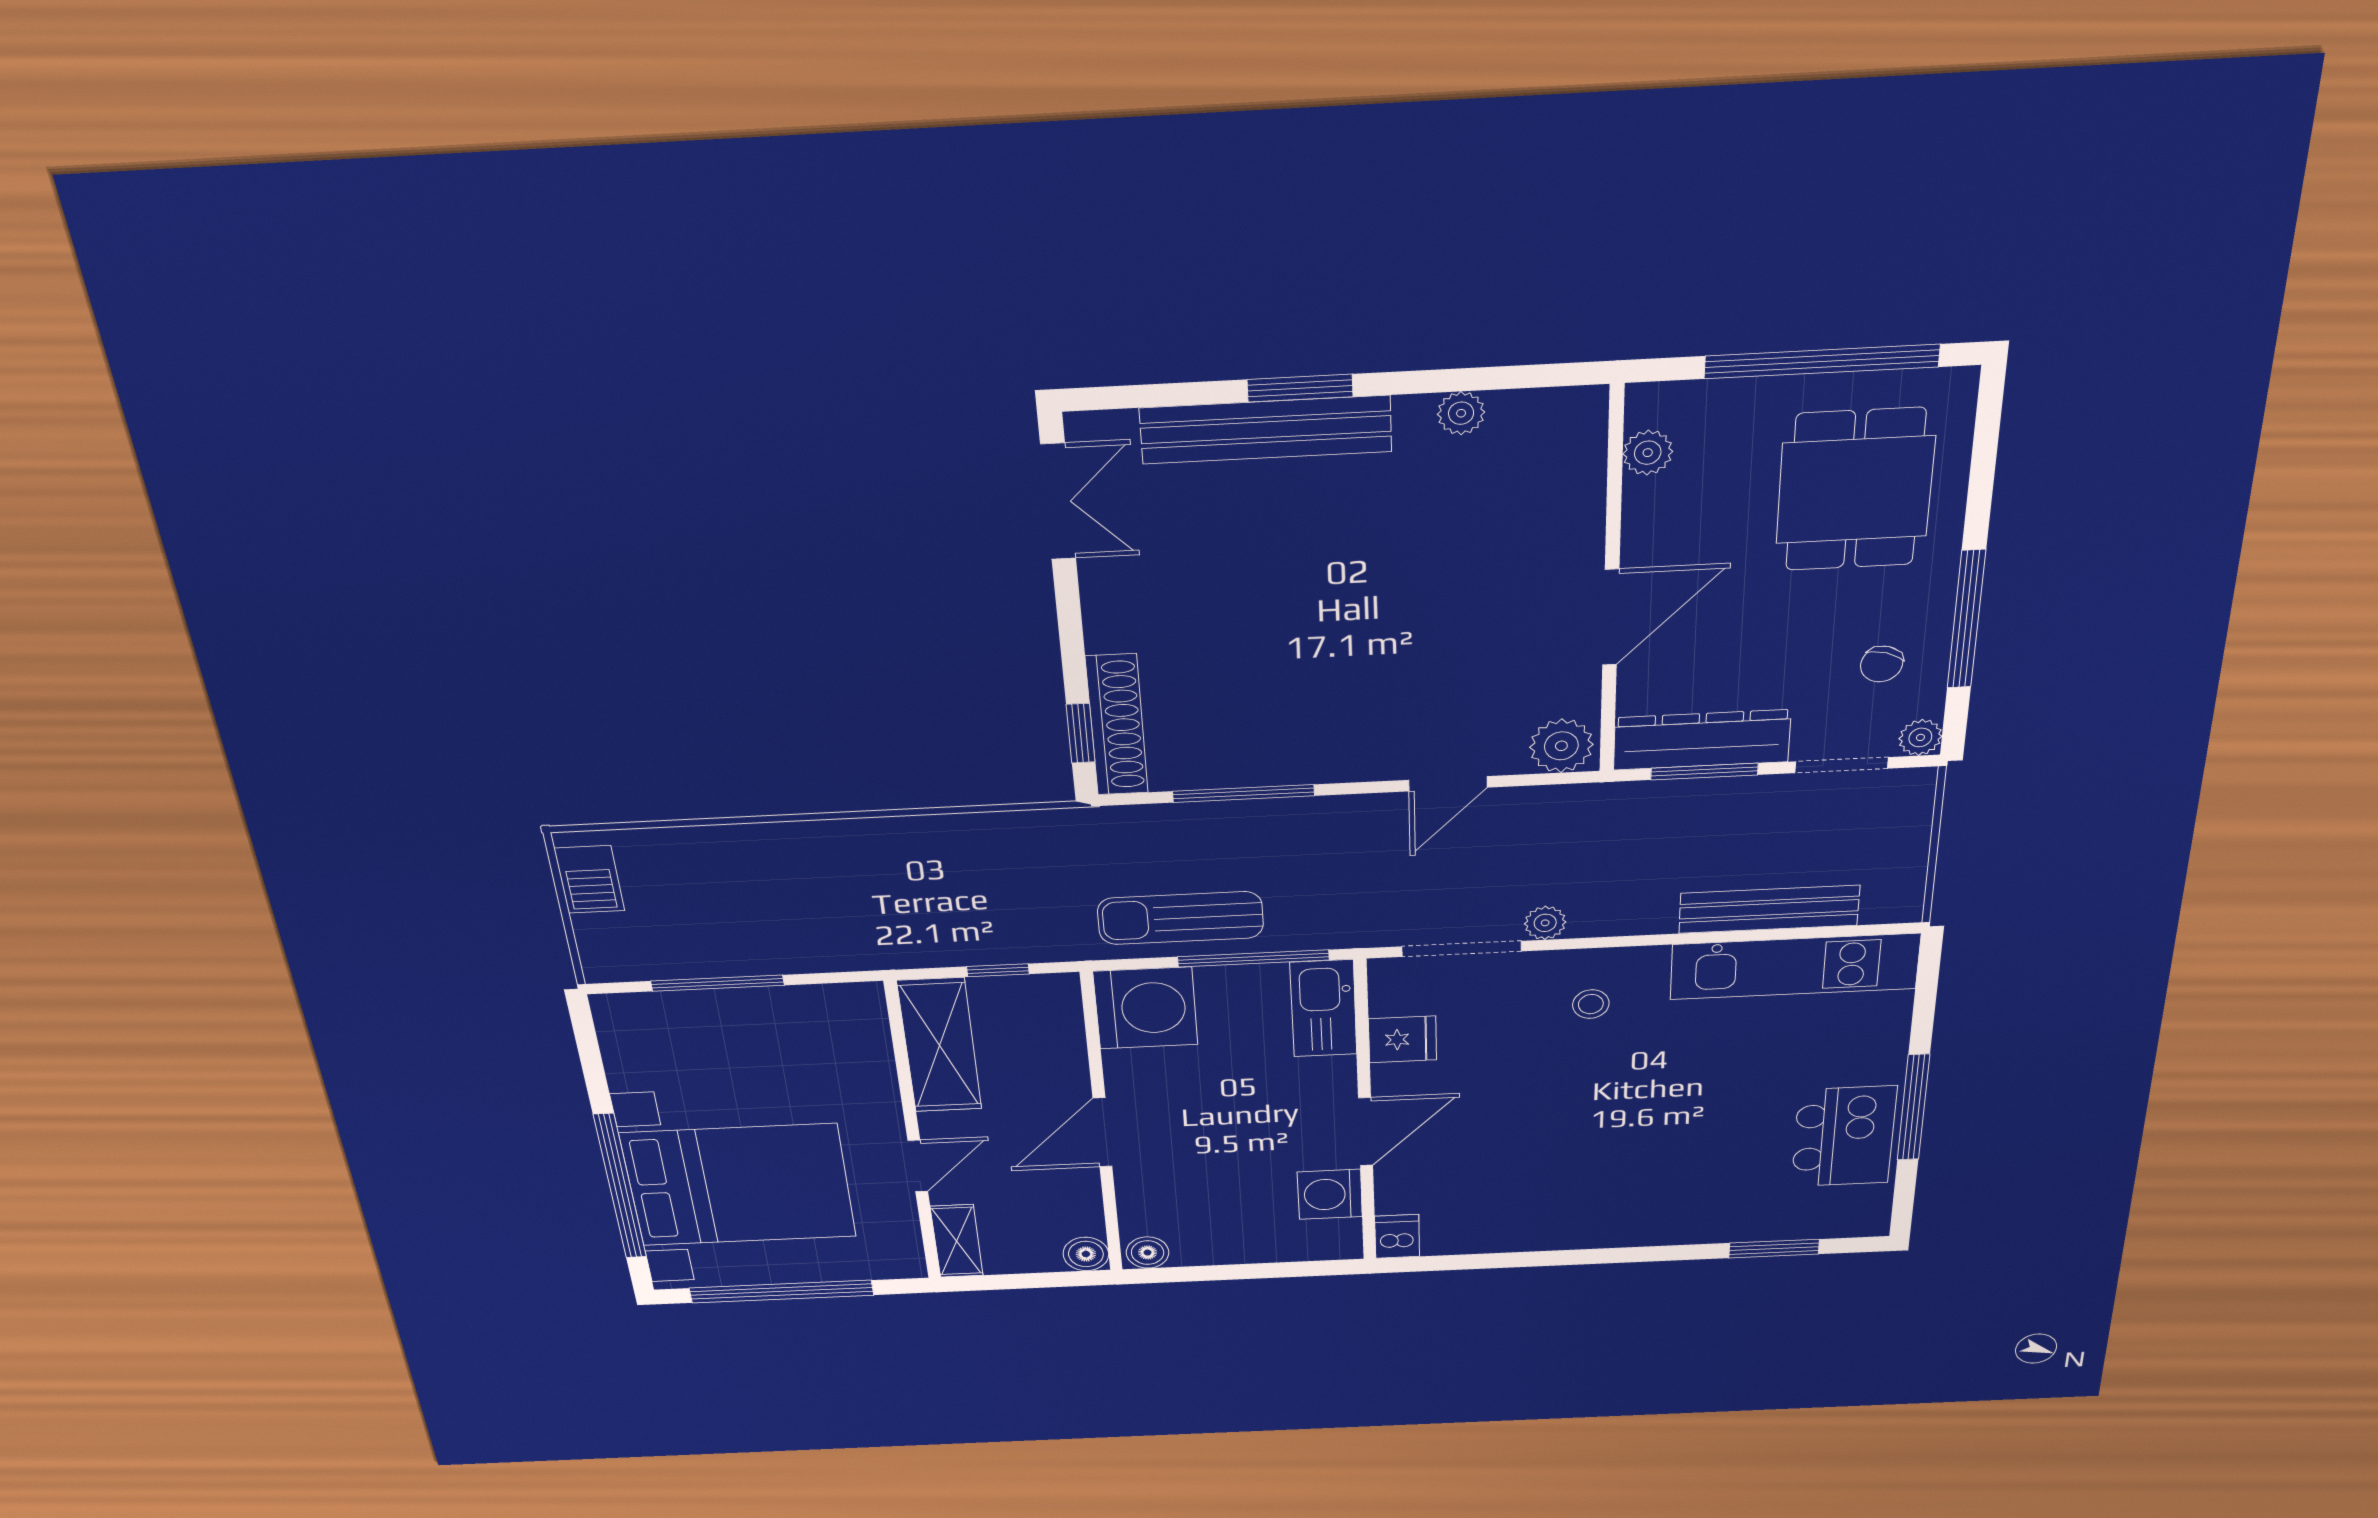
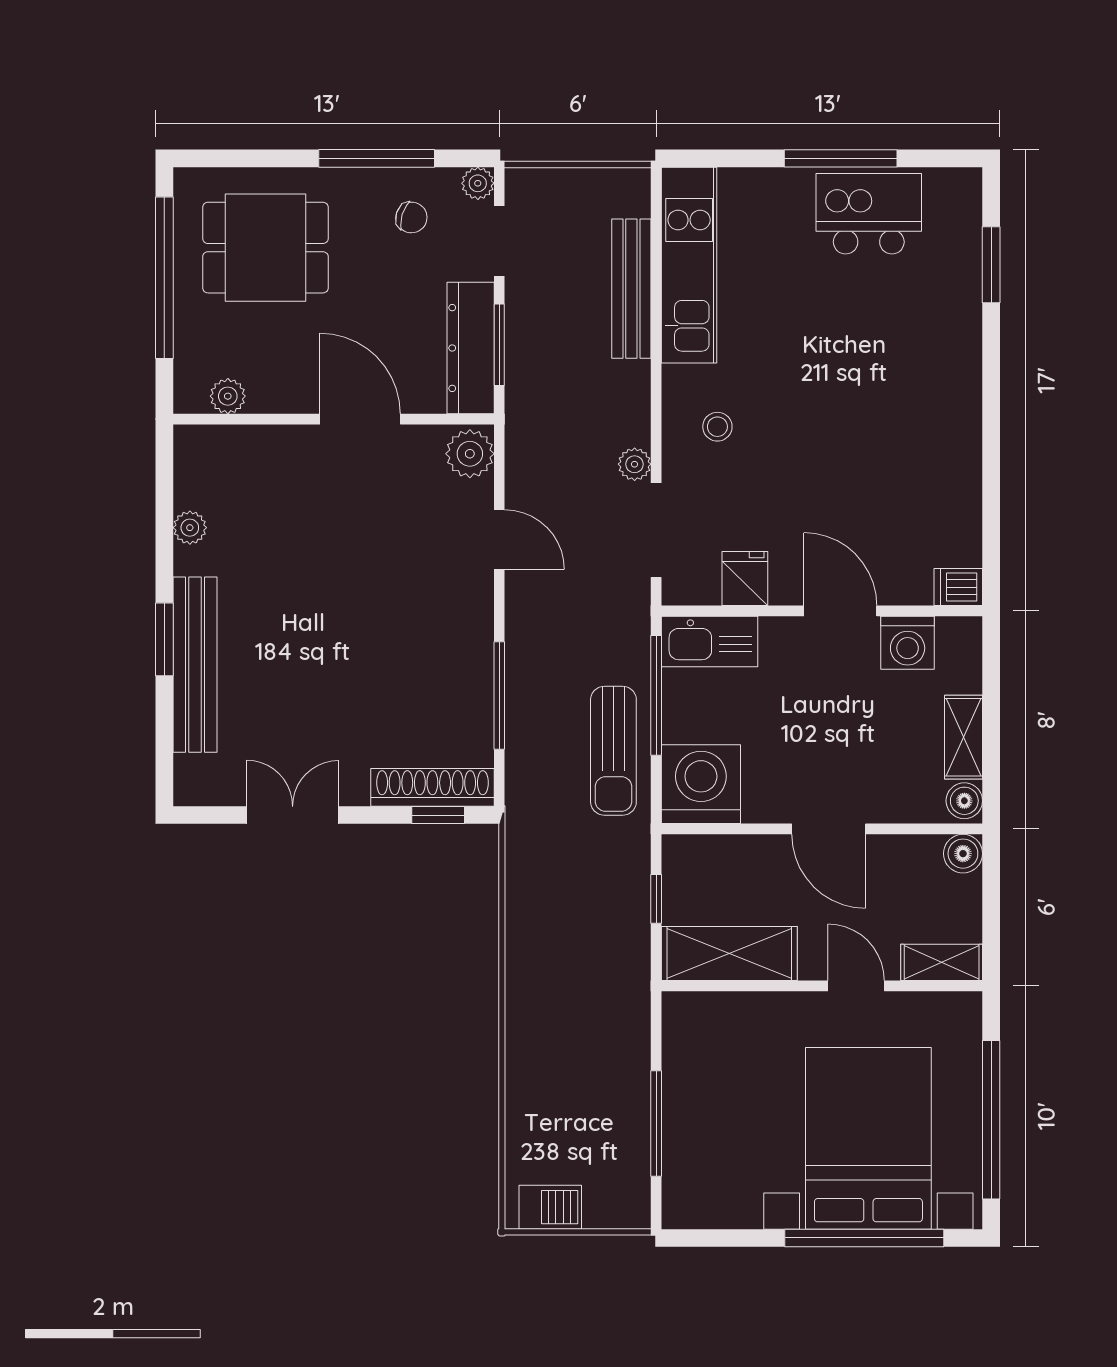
double door: (1058, 502) -> (293, 815), moved
shelving: (1222, 1249) -> (963, 737), added

